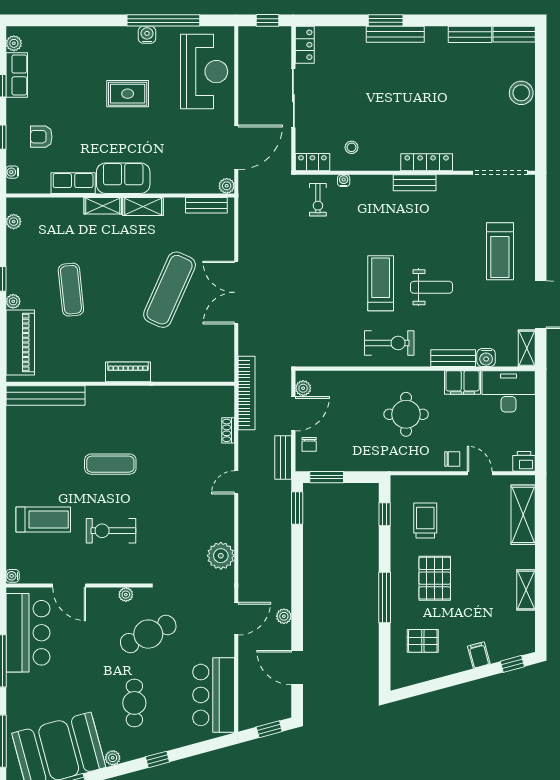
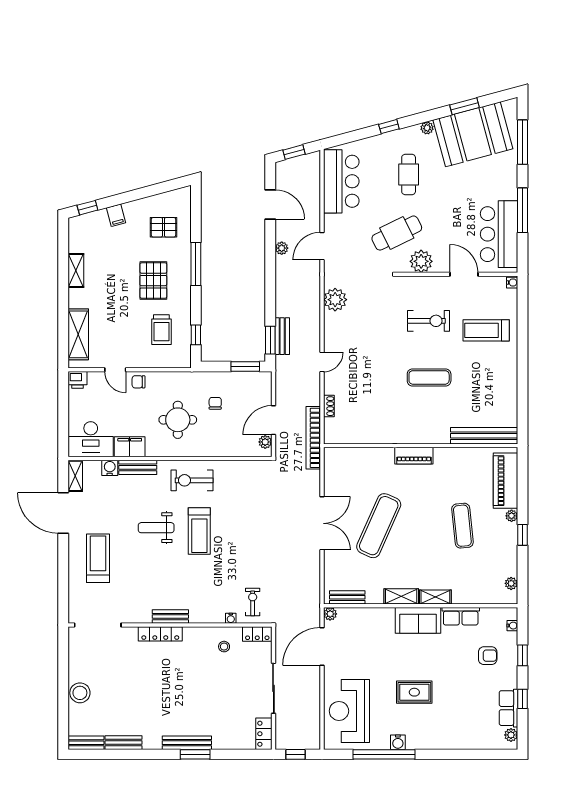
chair: (309, 444) -> (215, 403), moved
bench: (283, 458) -> (282, 336), moved
plant: (126, 595) -> (421, 261), width x1.88, depth x1.88

